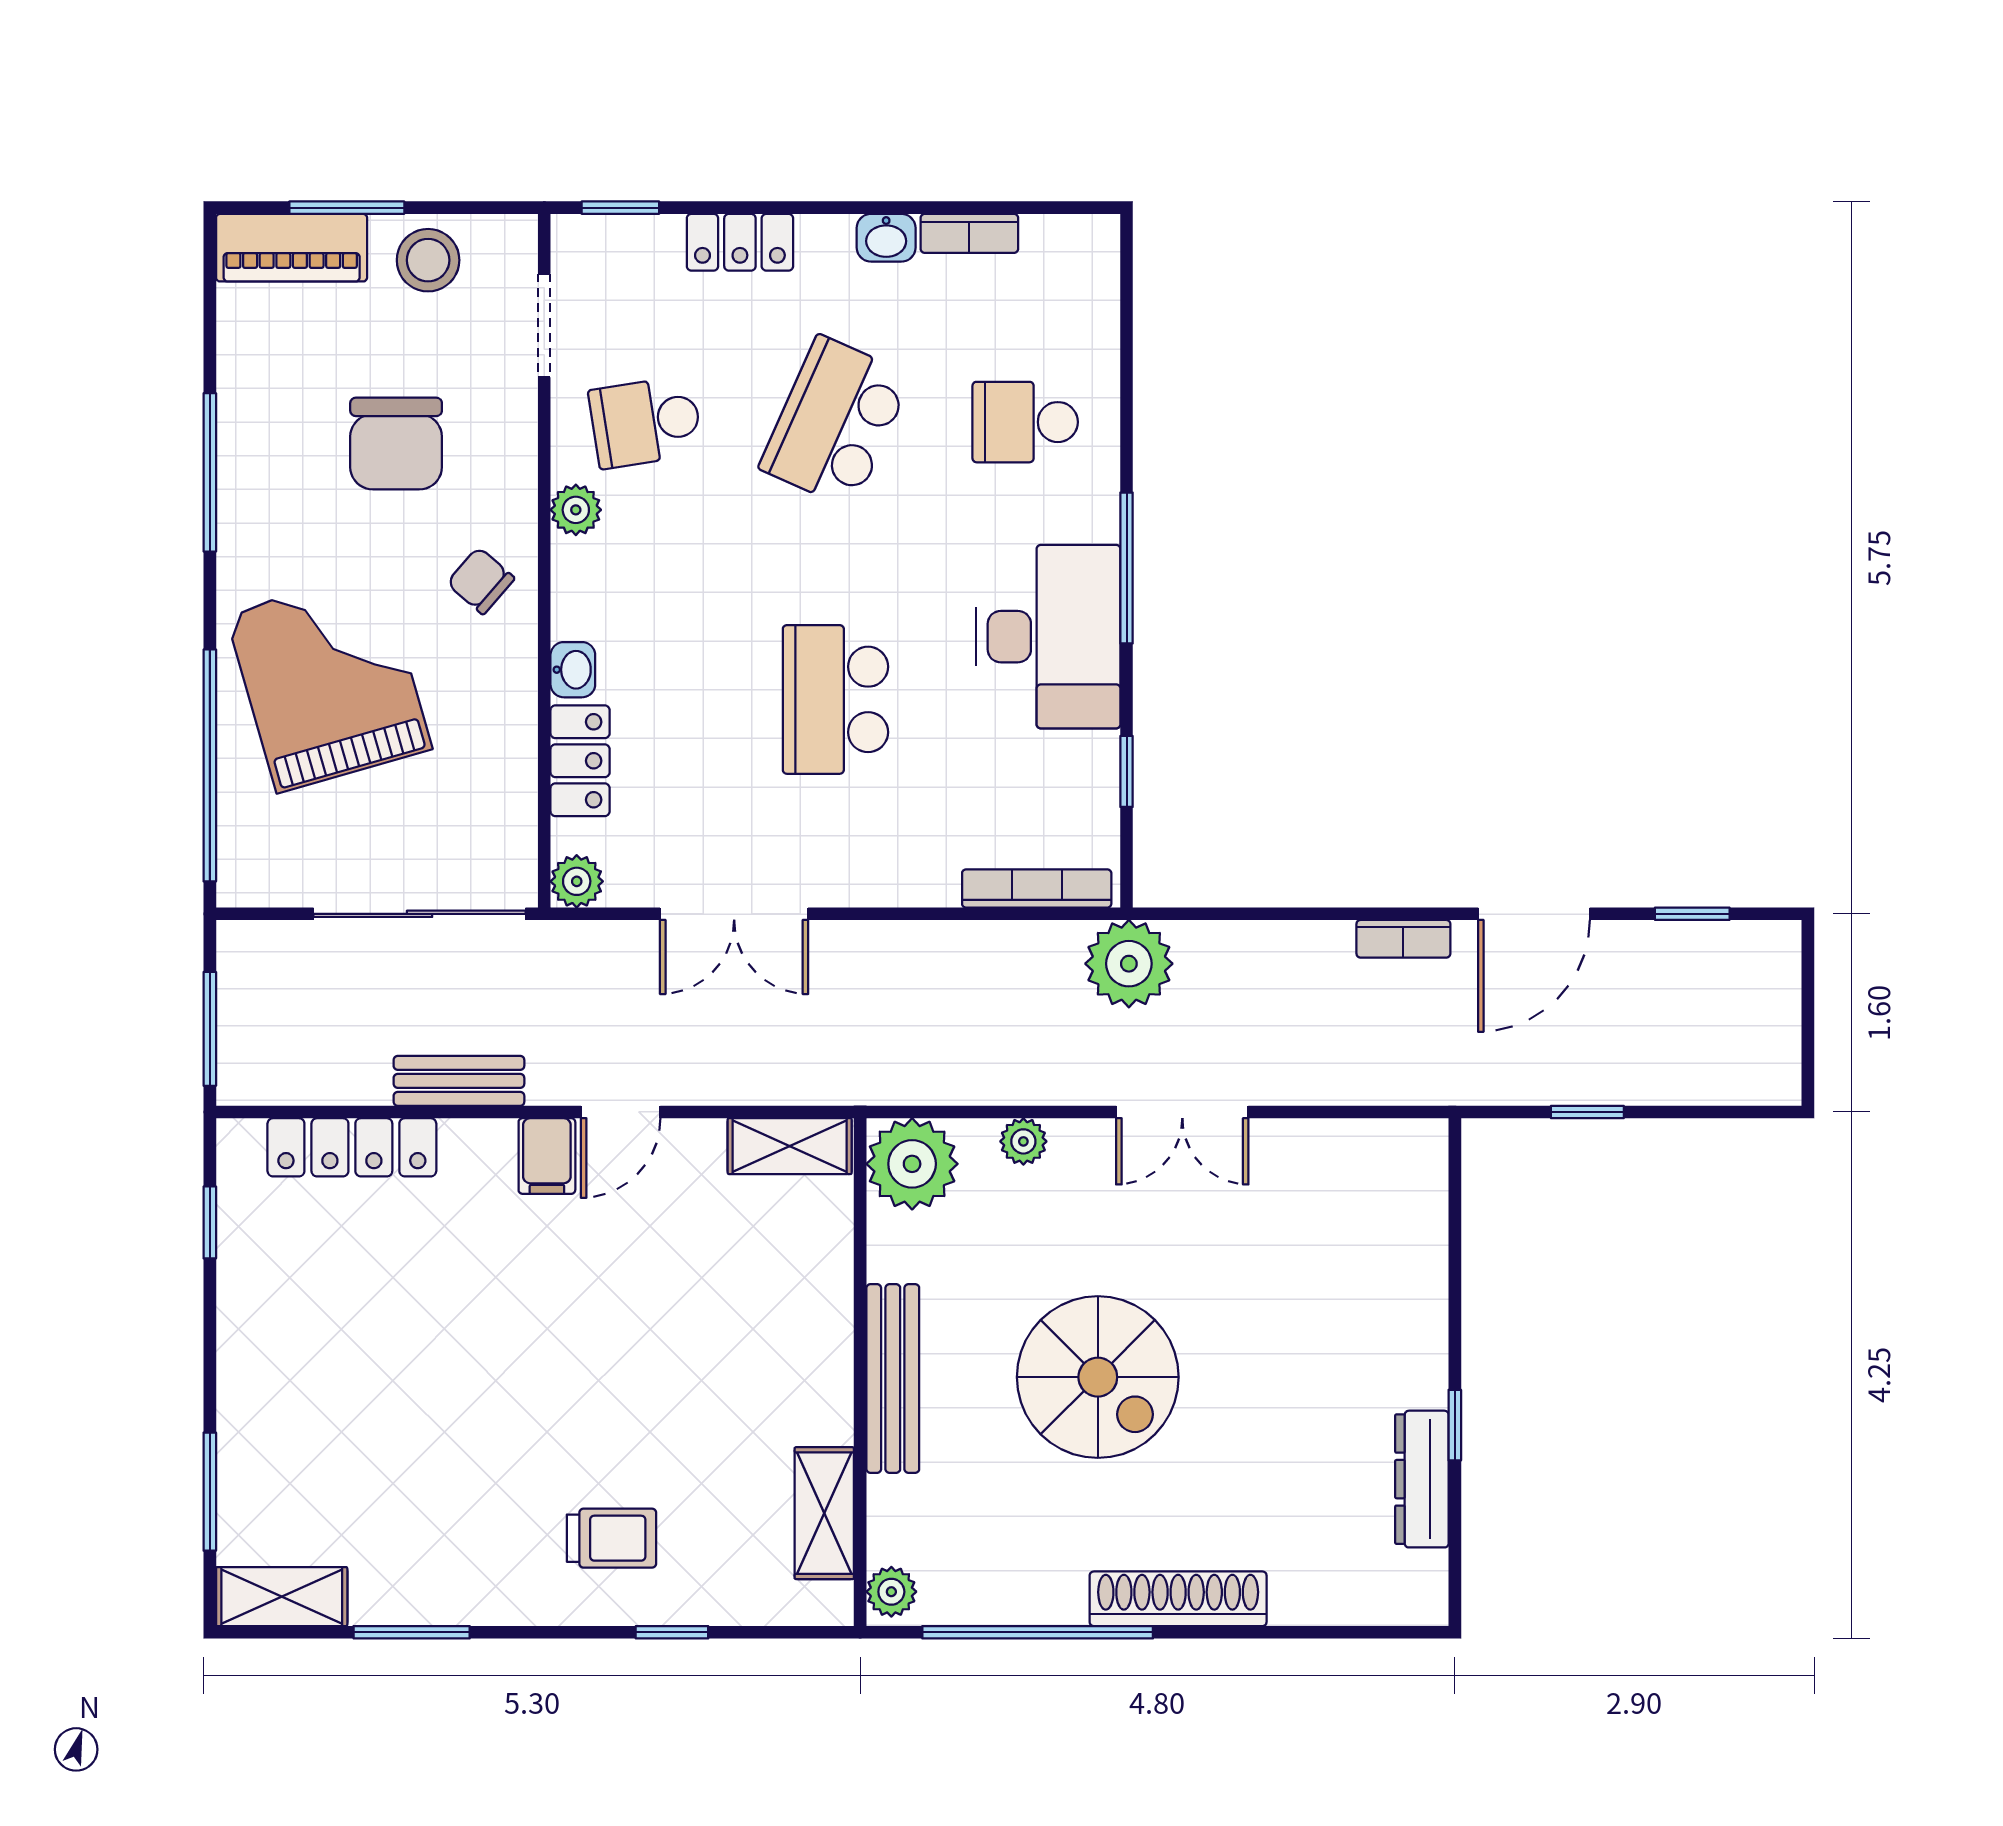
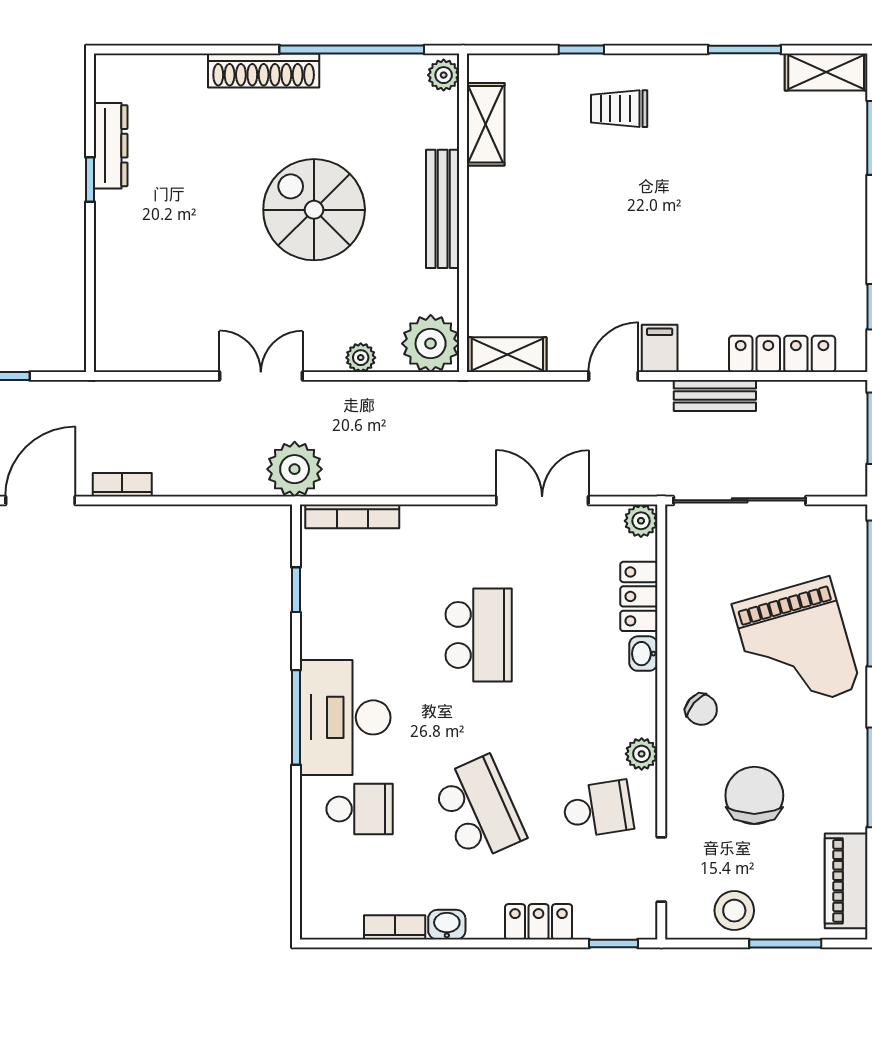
piano: (292, 248) -> (846, 881), moved, turned -90
school desk: (835, 422) -> (479, 809), turned -48
desk: (1048, 637) -> (345, 717), moved

